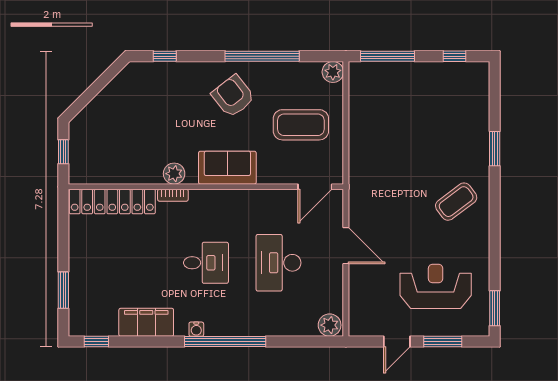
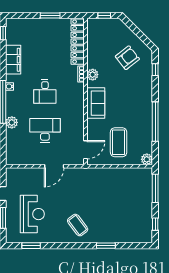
armchair: (233, 96) -> (127, 58), moved
door: (315, 187) -> (86, 150), swing flipped
window: (63, 290) -> (50, 16), moved
window: (495, 308) -> (31, 246), moved
plant: (330, 325) -> (12, 122), moved

